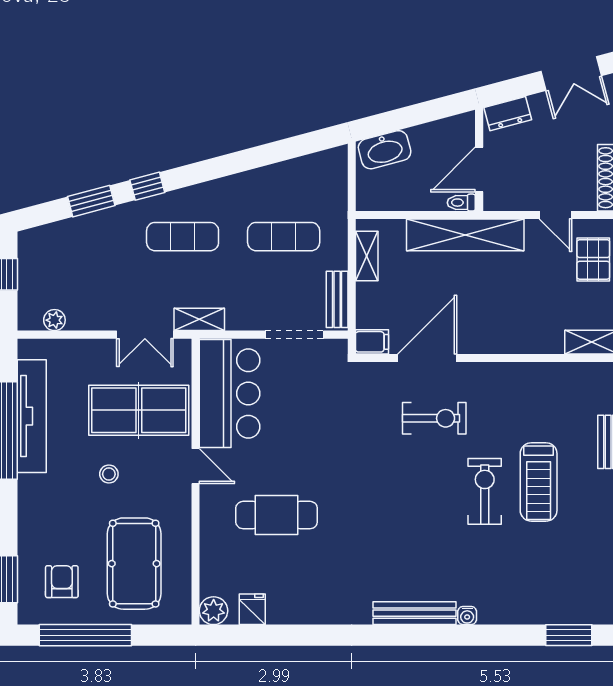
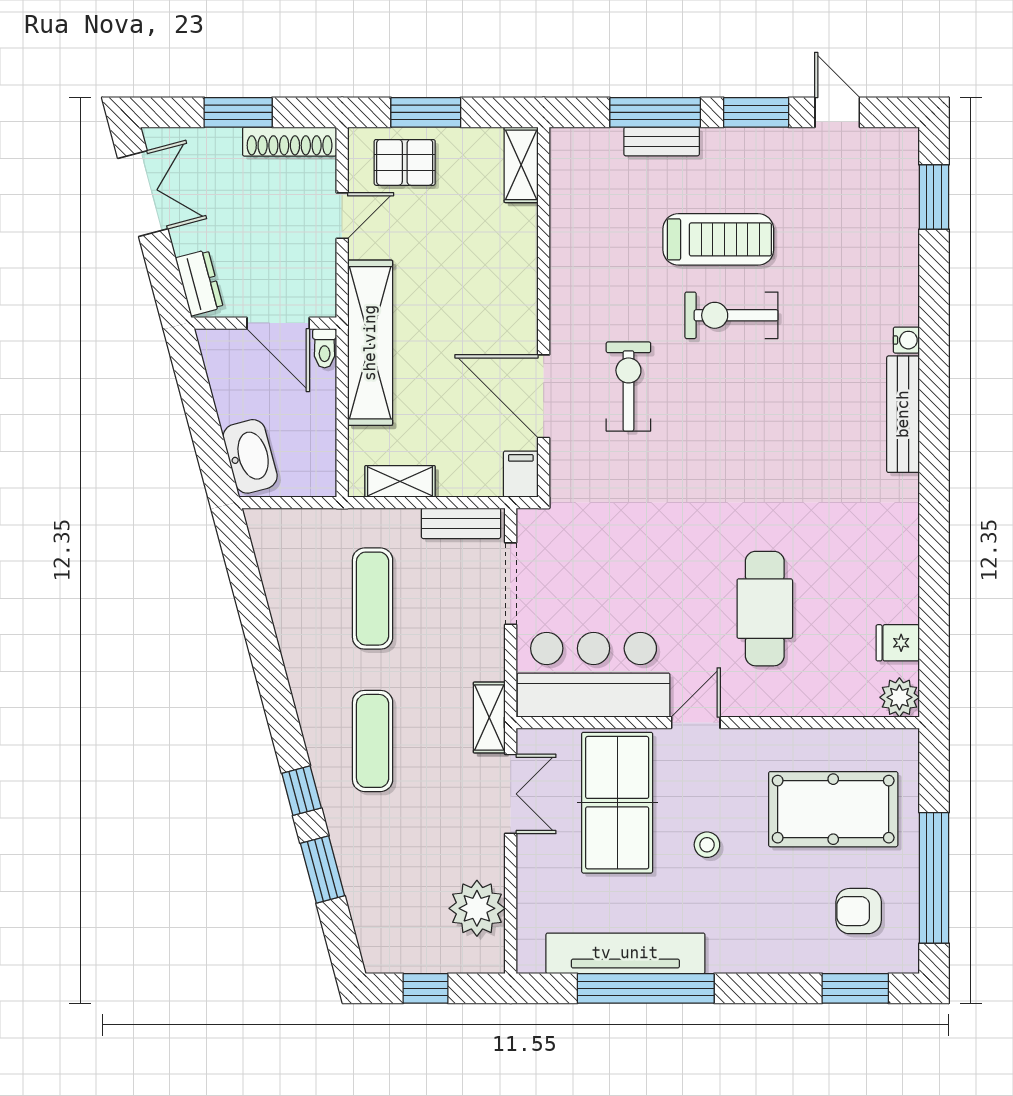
plant: (54, 320) -> (477, 908), width x1.88, depth x1.88

